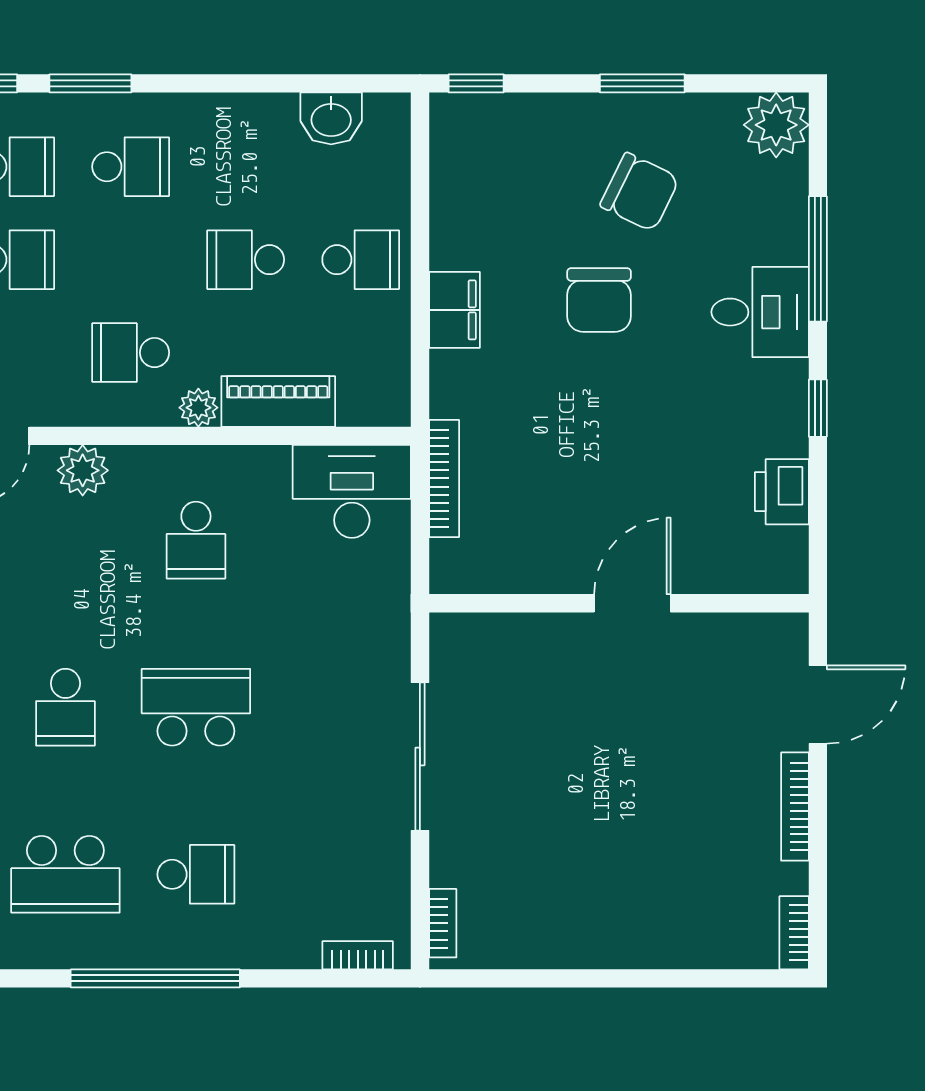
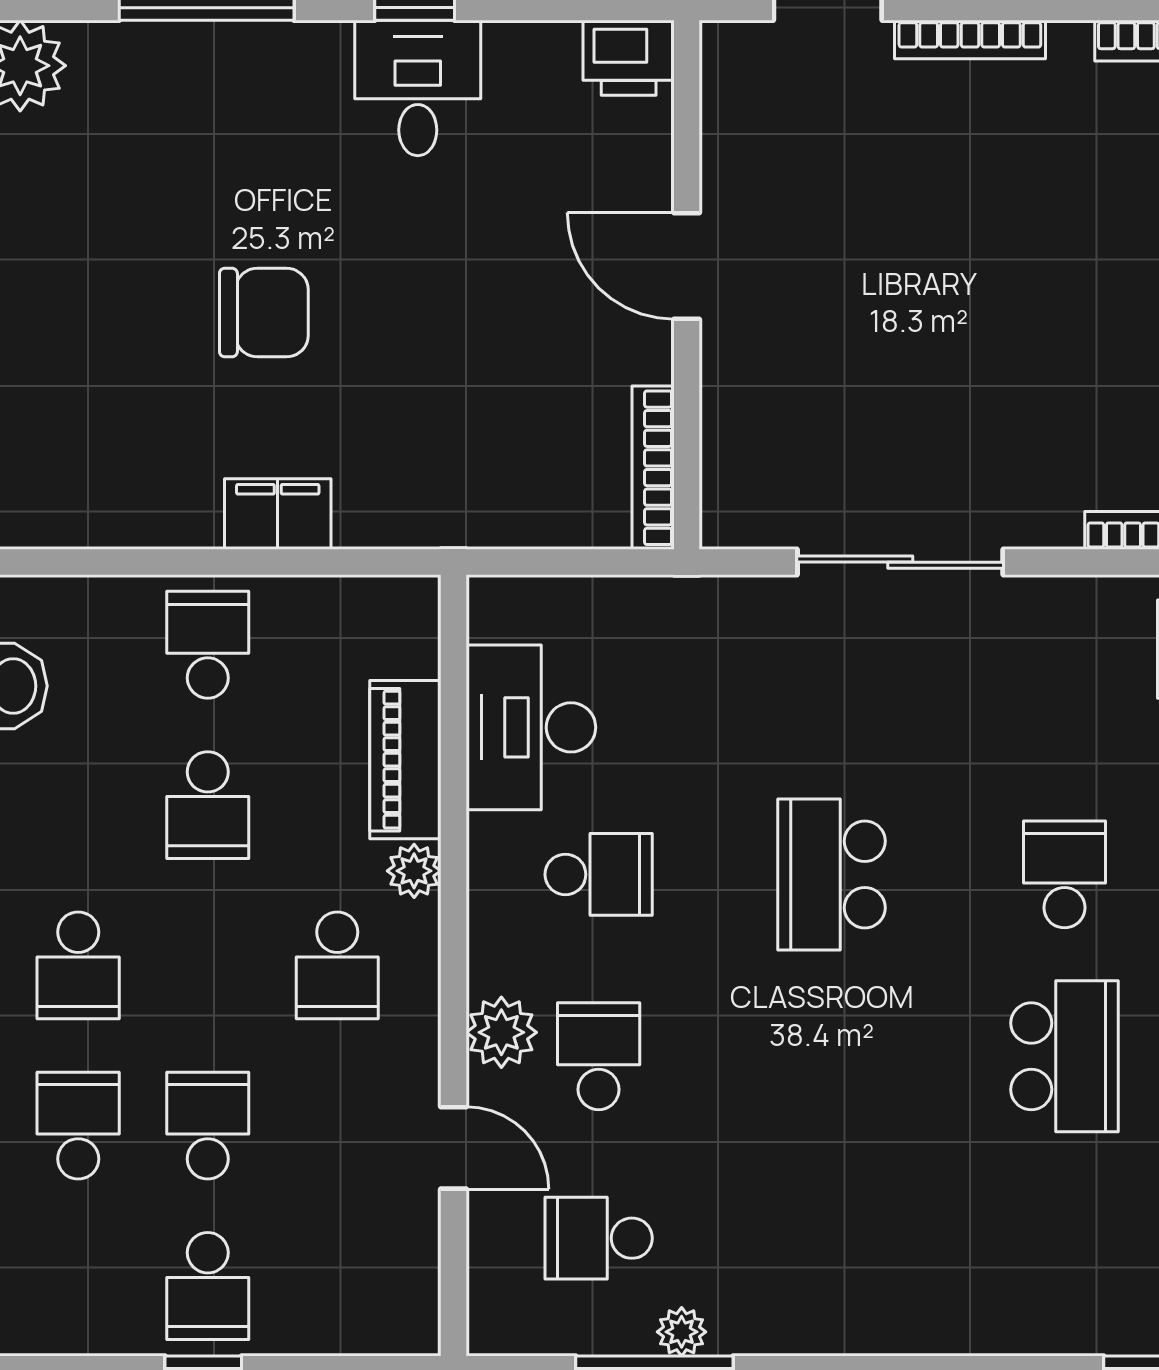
school desk: (131, 167) -> (78, 965), turned 180
chair: (640, 192) -> (114, 256), removed
desk: (760, 312) -> (418, 88), moved
bookcase: (444, 478) -> (653, 468), moved, turned -90
desk: (352, 491) -> (531, 727), moved
printer: (782, 492) -> (629, 58), moved
school desk: (65, 707) -> (599, 1056), moved, turned -90

